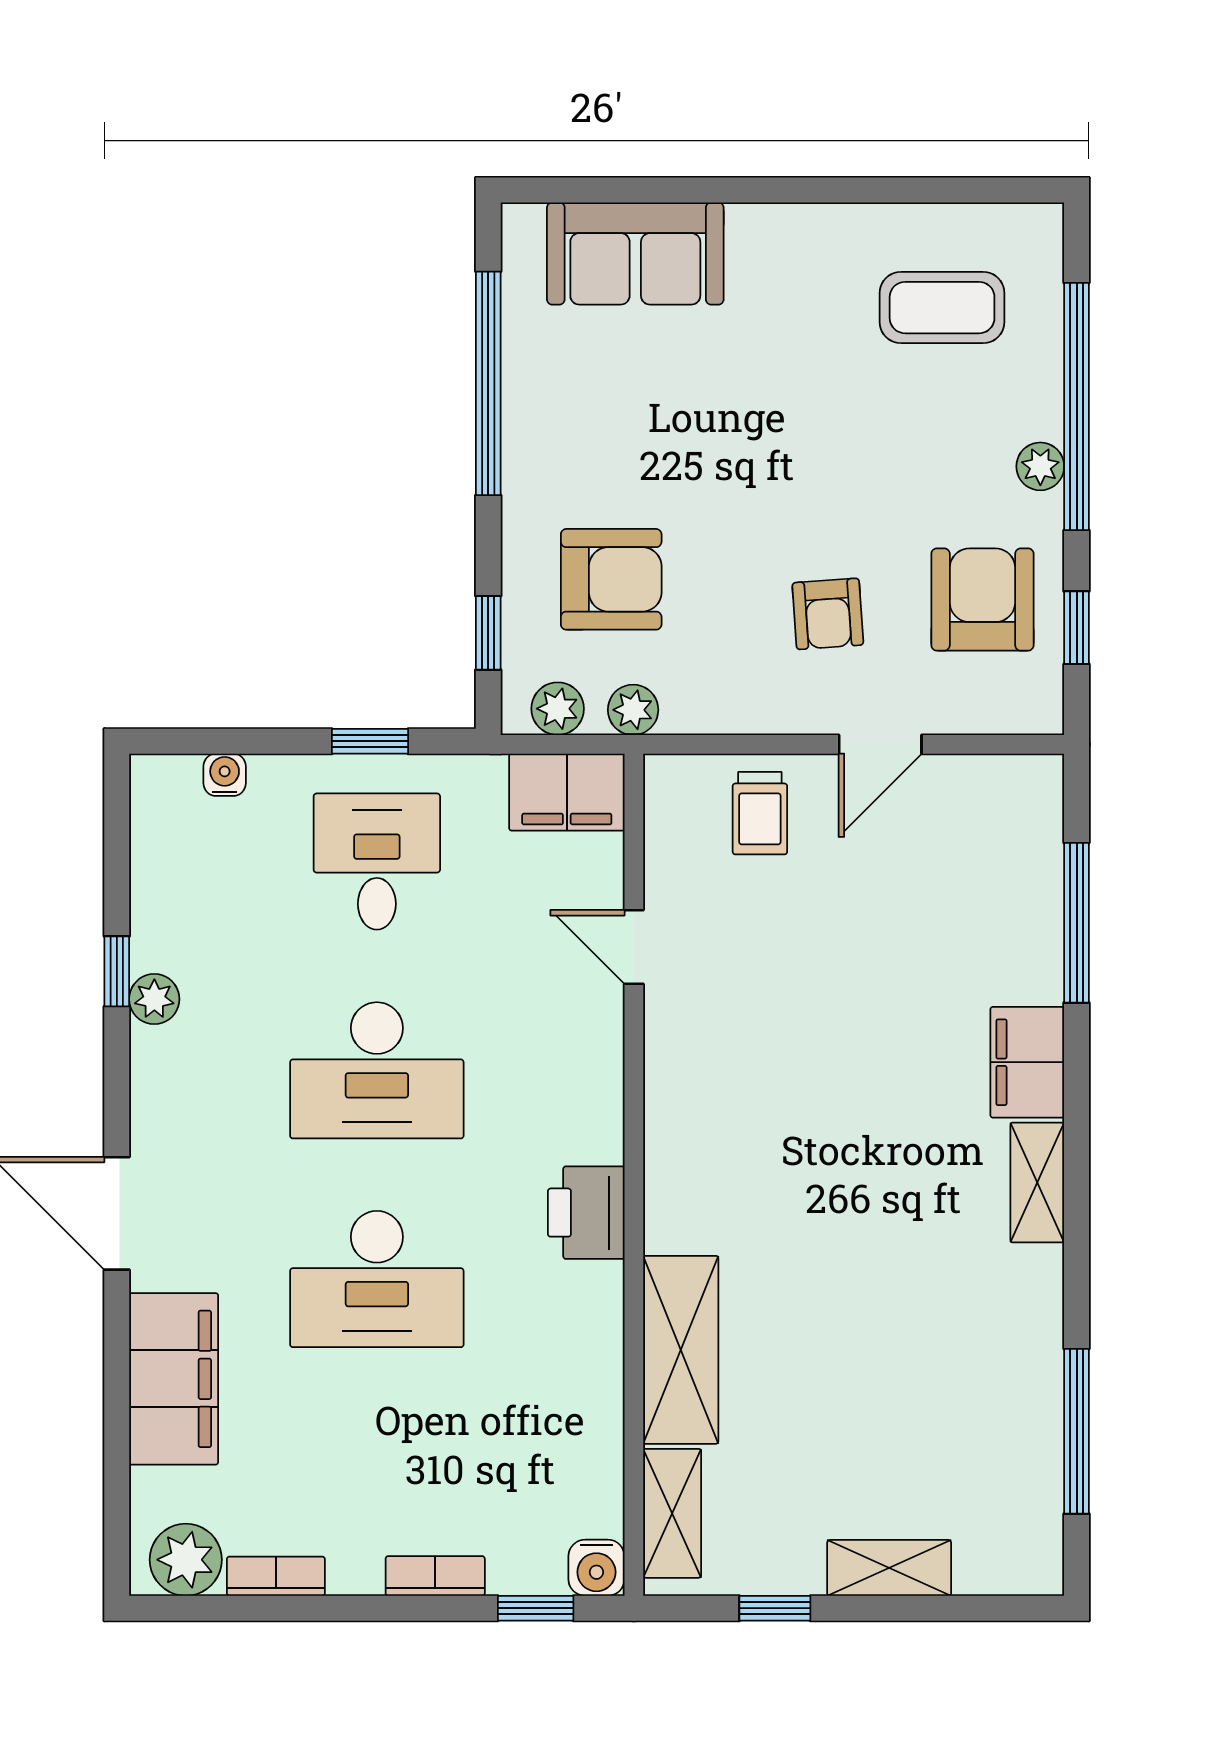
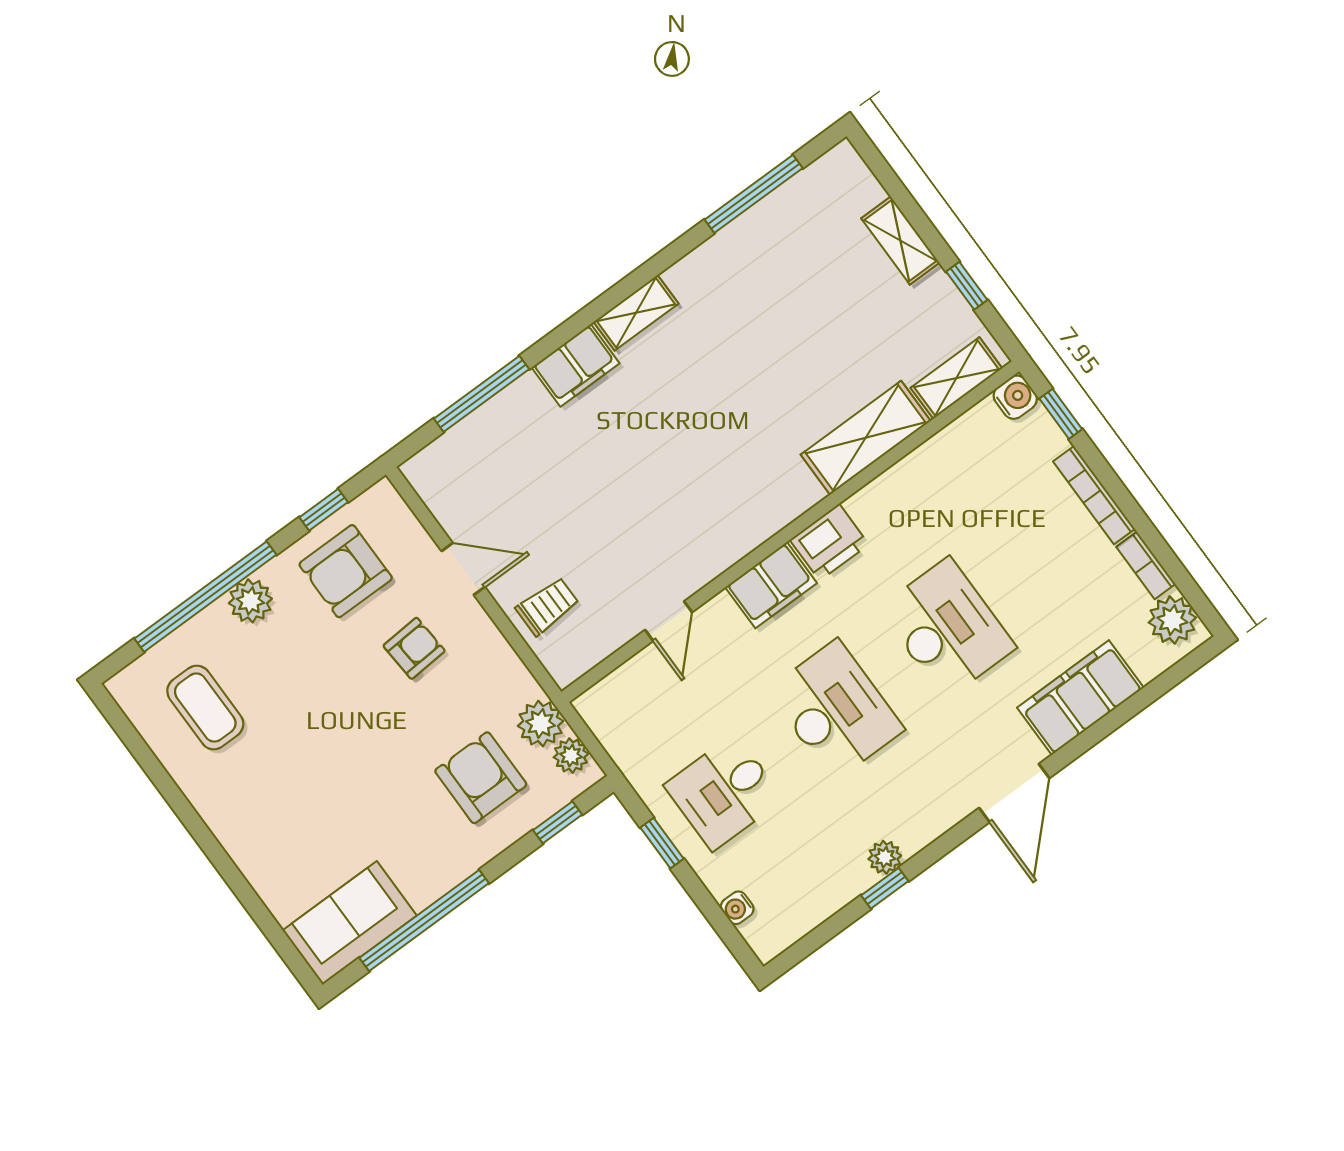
sofa: (635, 254) -> (350, 923), moved, turned -90
plant: (1040, 466) -> (250, 601), width x1.38, depth x1.38
plant: (633, 710) -> (541, 724), width x1.38, depth x1.38
filing cabinet: (567, 792) -> (771, 585), moved, turned 90
bookcase: (435, 1576) -> (1094, 495), width x1.56

